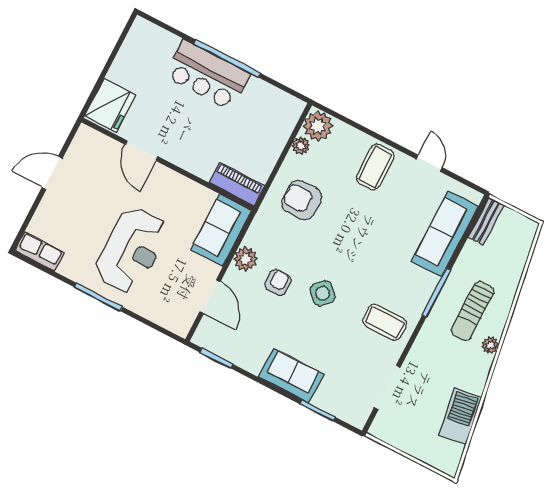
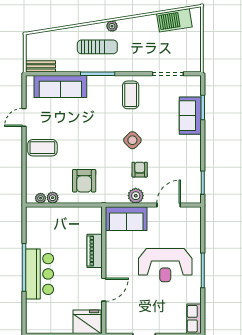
plant: (318, 126) -> (41, 198), width x0.53, depth x0.53
piano: (237, 184) -> (95, 251), moved
reception desk: (131, 250) -> (165, 265), turned 180
armchair: (278, 282) -> (140, 170), turned 90
sofa: (291, 376) -> (190, 116), moved
barbecue: (460, 416) -> (174, 20), moved

